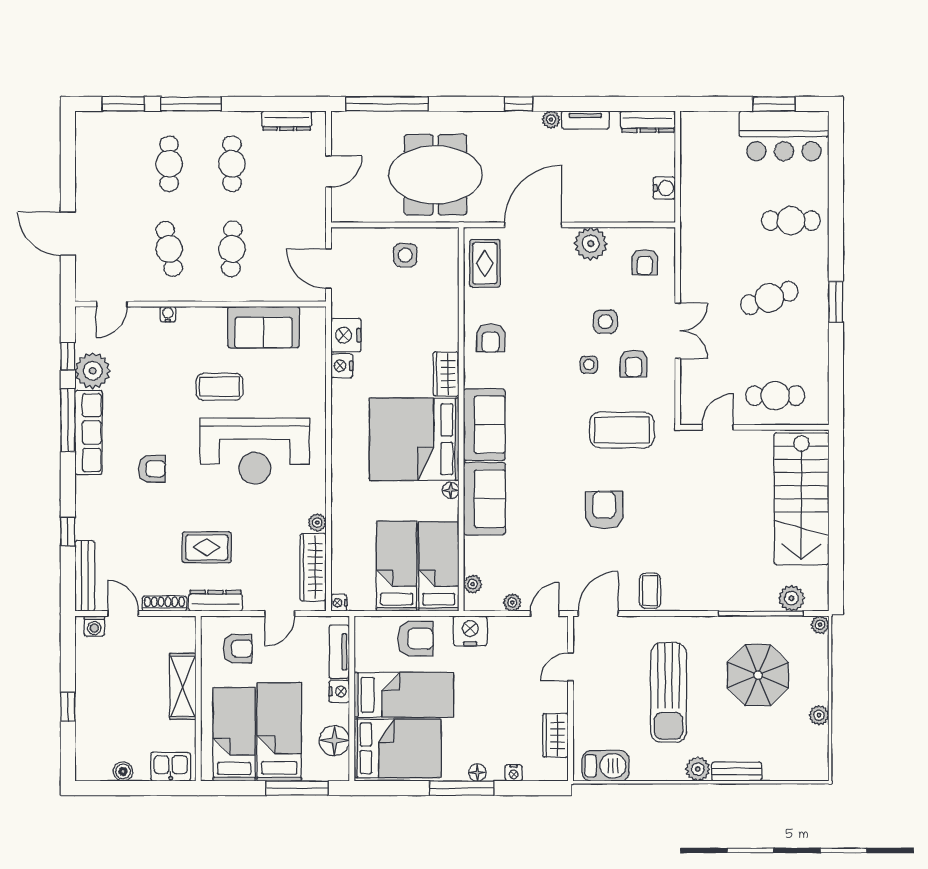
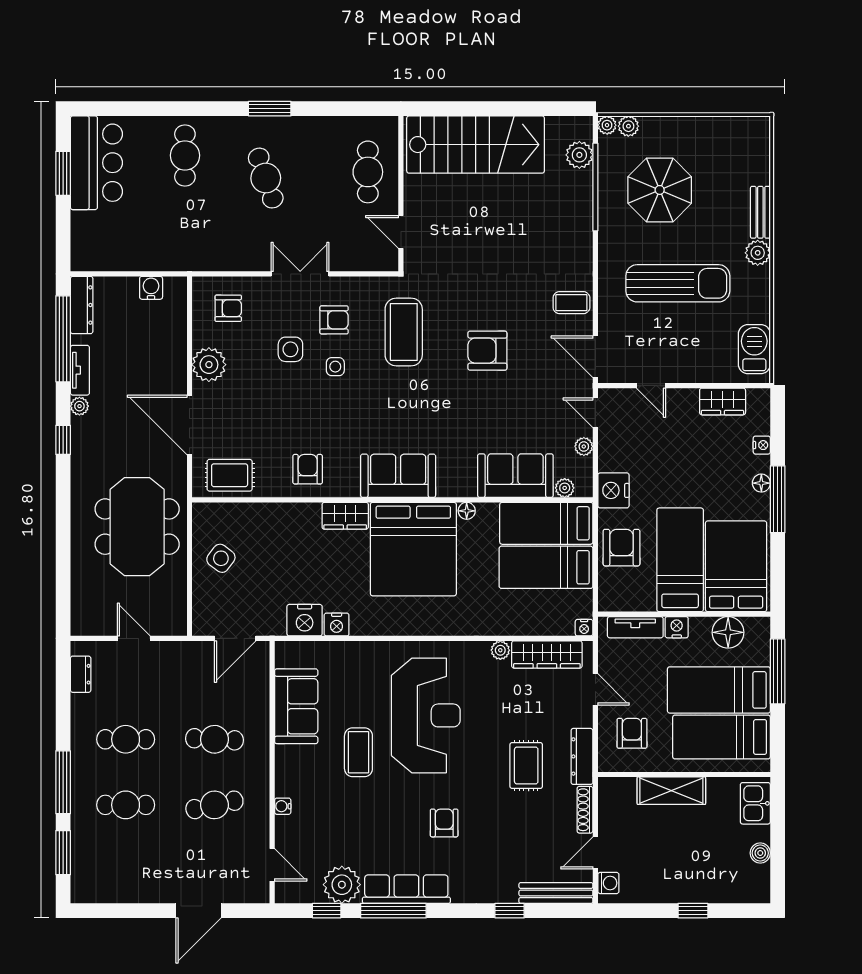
window: (387, 104) -> (63, 339), moved
dresser: (287, 121) -> (81, 674), width x0.70
side table: (405, 255) -> (221, 558), turned 37
armchair: (491, 338) -> (308, 469), turned -90
sofa: (484, 499) -> (515, 476), moved
plant: (819, 715) -> (628, 126), moved

